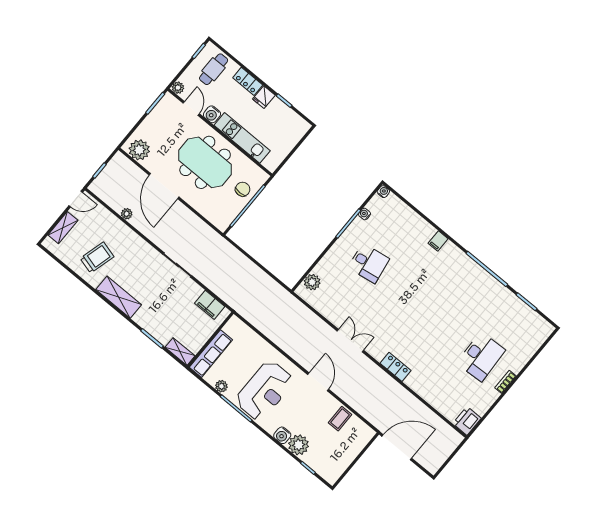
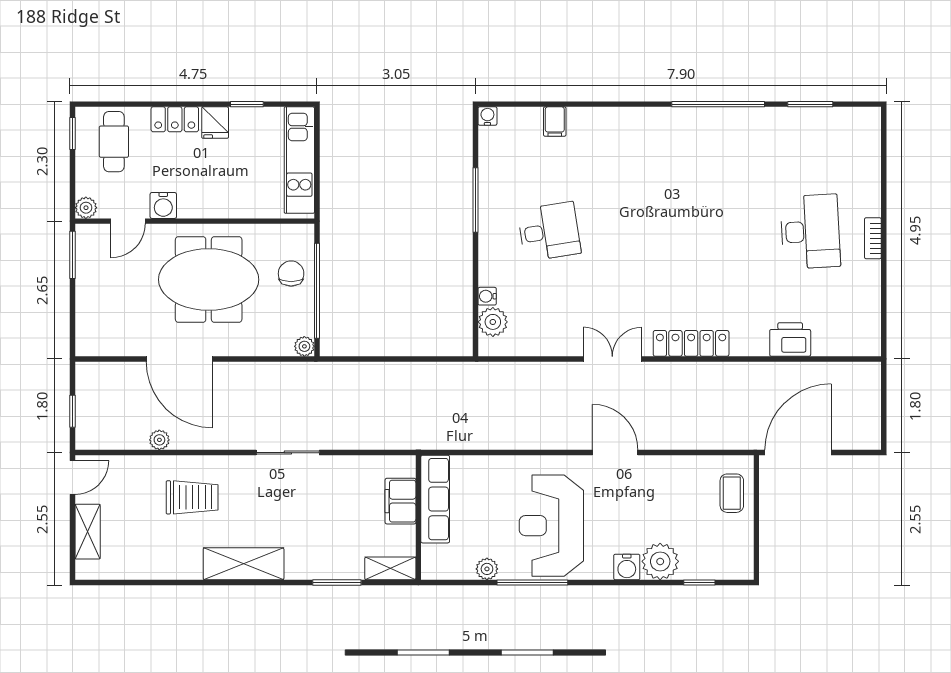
door: (191, 108) -> (128, 221), swing flipped
kitchen unit: (242, 138) -> (299, 160), moved, turned -90
plant: (139, 150) -> (304, 346), moved, width x0.53, depth x0.53
water cooler: (365, 214) -> (487, 296), moved
filing cabinet: (438, 241) -> (555, 122), moved
trolley: (97, 257) -> (192, 497), moved, turned 75
filing cabinet: (210, 305) -> (400, 501), moved, turned 90
row of seats: (211, 354) -> (435, 499), moved
locker: (396, 367) -> (691, 343), width x1.53
reception desk: (265, 391) -> (551, 526), turned 180
coffee table: (340, 419) -> (732, 493), moved
printer: (467, 421) -> (790, 339), moved, turned 90

